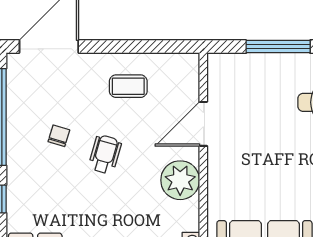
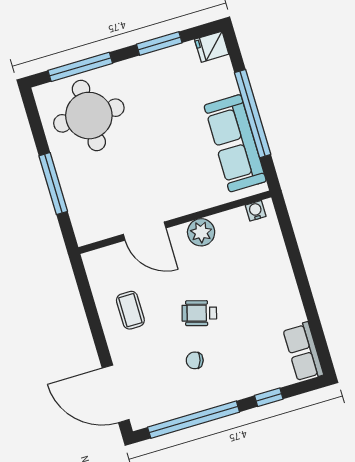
plant: (180, 180) -> (201, 232), width x0.73, depth x0.73

